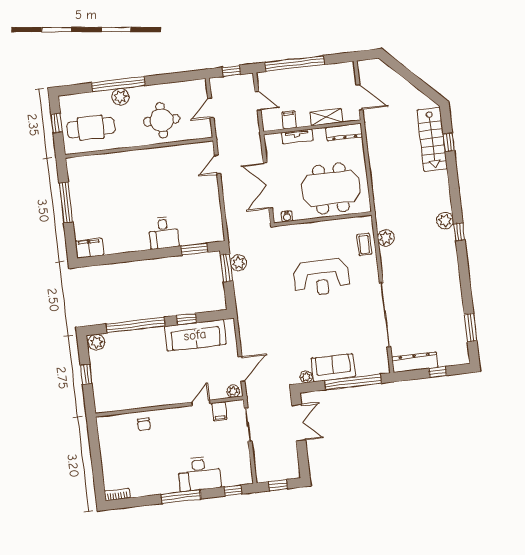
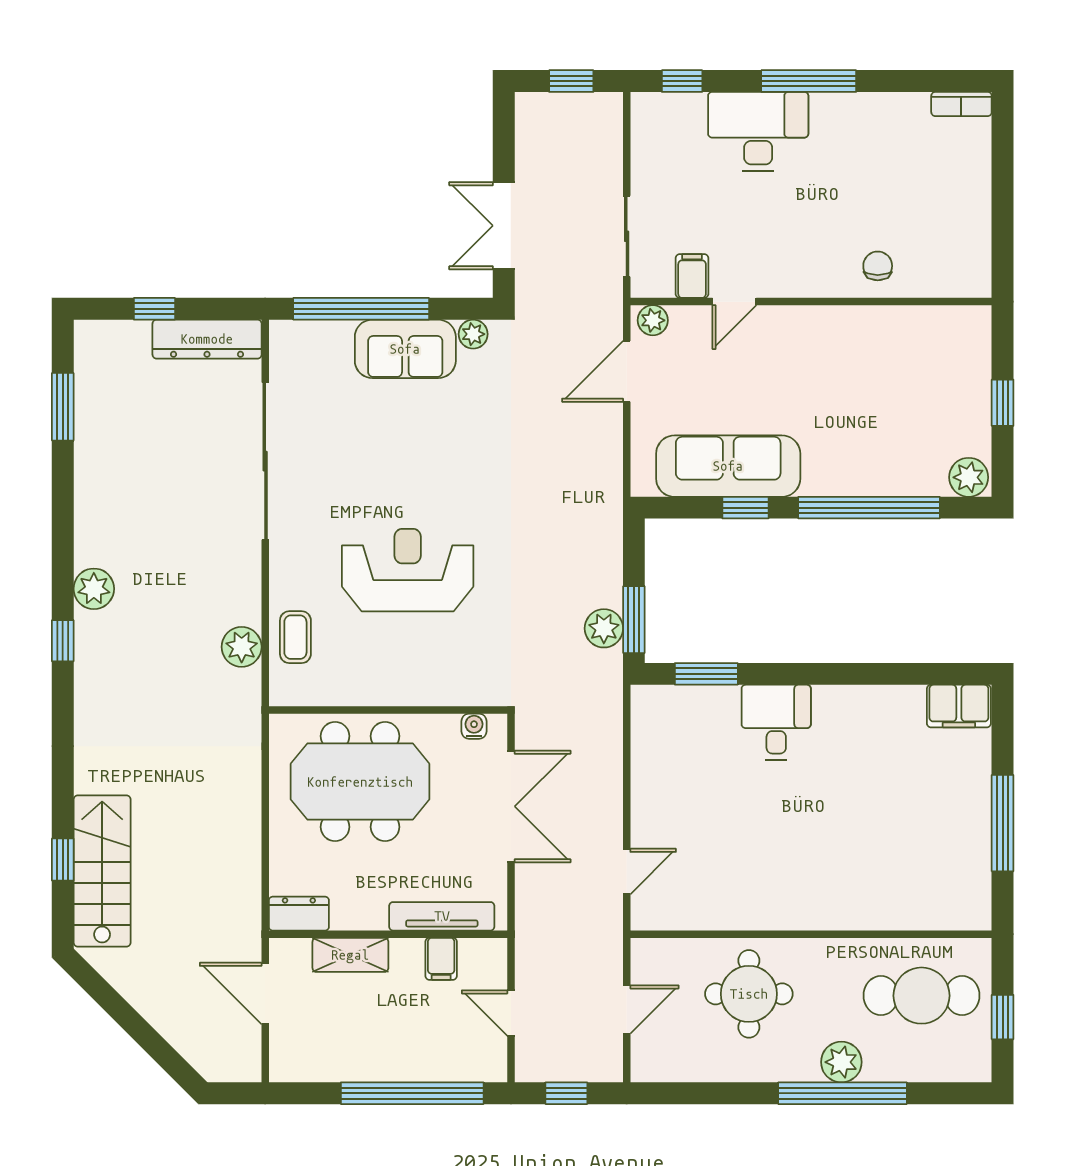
dresser: (344, 132) -> (299, 914), width x0.70
tv unit: (297, 137) -> (442, 916), width x1.41
plant: (445, 221) -> (94, 589), moved

